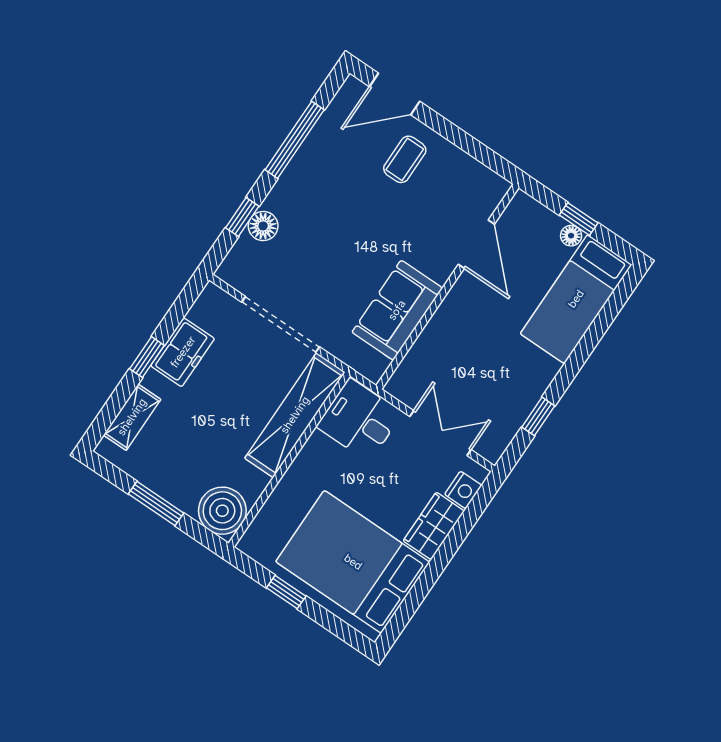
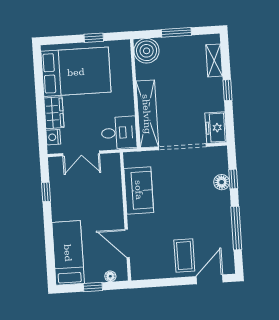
coffee table: (405, 159) -> (184, 256), width x1.36, depth x1.30
floor lamp: (571, 236) -> (110, 276), moved
freezer: (183, 352) -> (216, 128), moved

